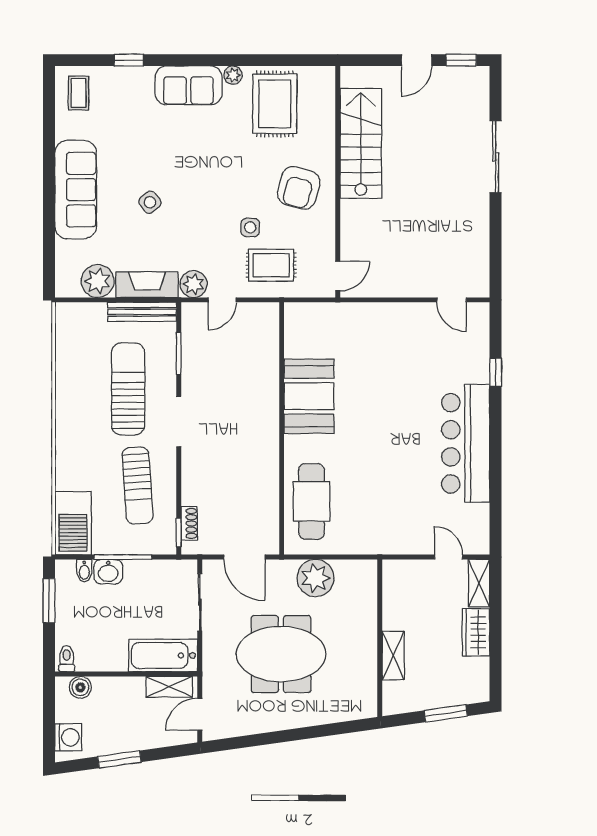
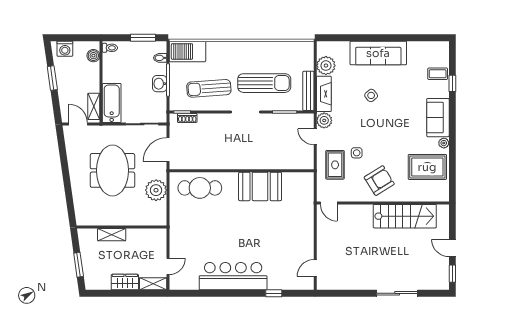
coffee table: (79, 93) -> (438, 74), moved
armchair: (299, 188) -> (379, 181), turned 133
washbasin: (108, 572) -> (160, 84), moved

